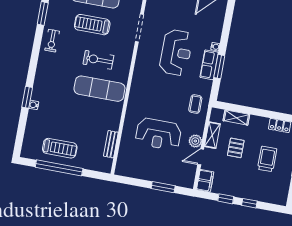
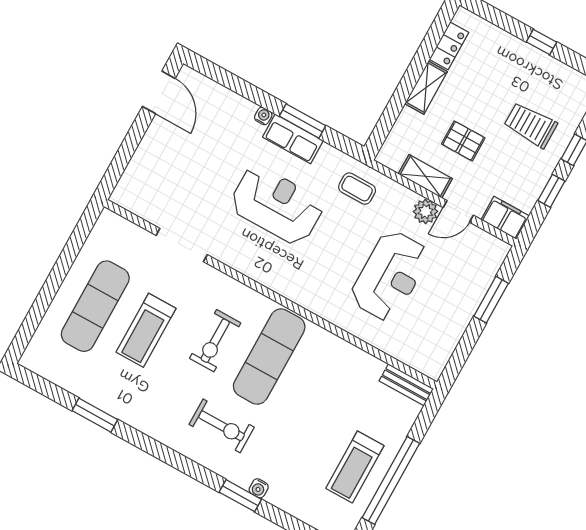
exercise bike: (52, 41) -> (222, 426), moved, width x1.38, depth x1.39
reception desk: (176, 52) -> (277, 205), moved
shelving: (236, 118) -> (426, 88), moved
bench: (111, 144) -> (406, 385), moved
treadmill: (60, 148) -> (355, 467), turned 180
door: (201, 157) -> (458, 211), hinge flipped
trolley: (267, 159) -> (531, 125), moved

